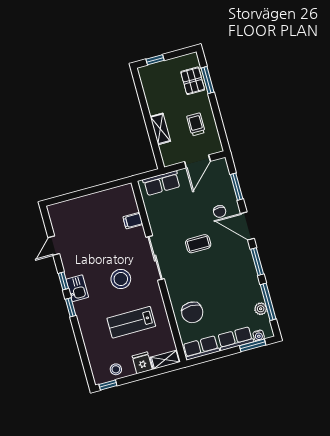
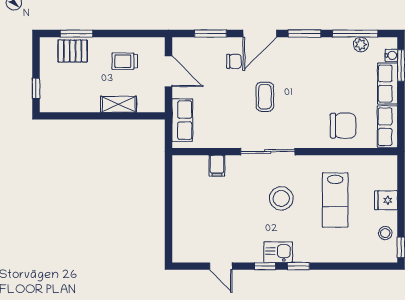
shelving: (165, 360) -> (390, 172), removed

